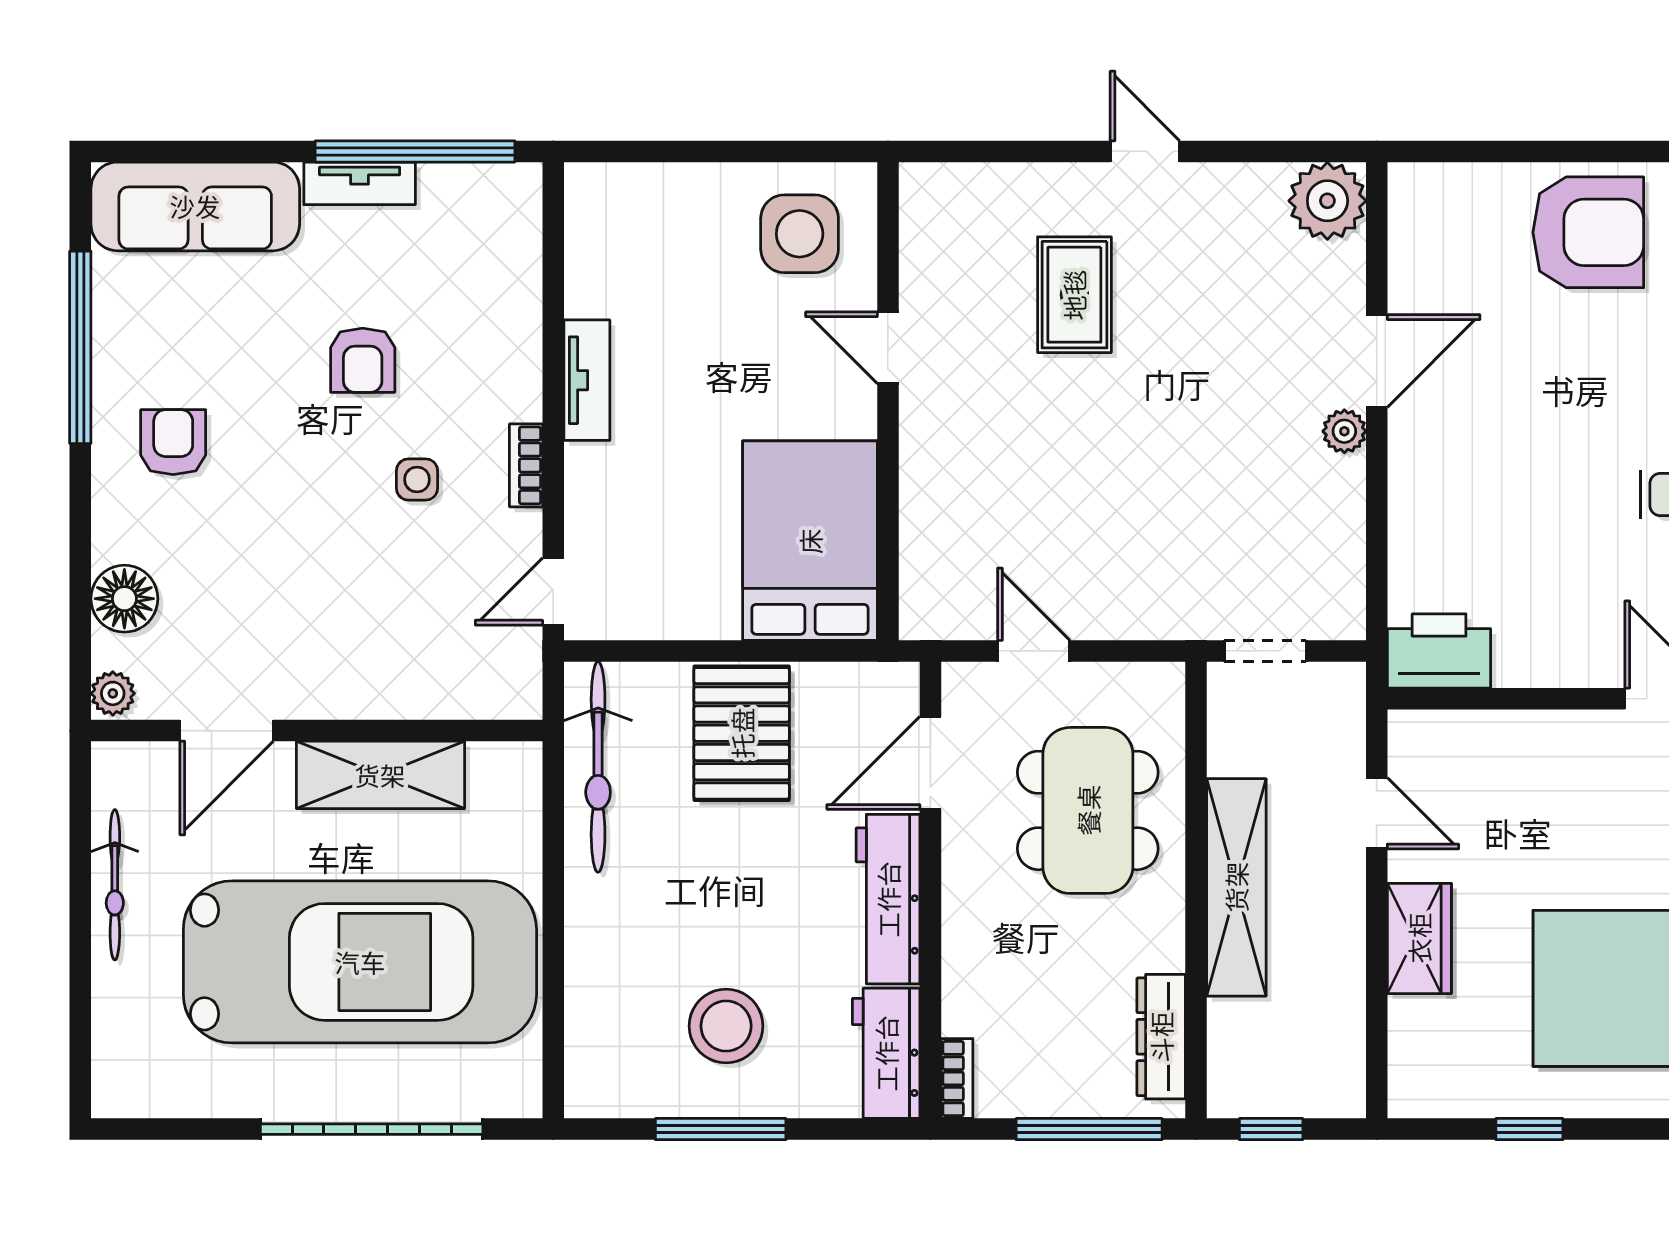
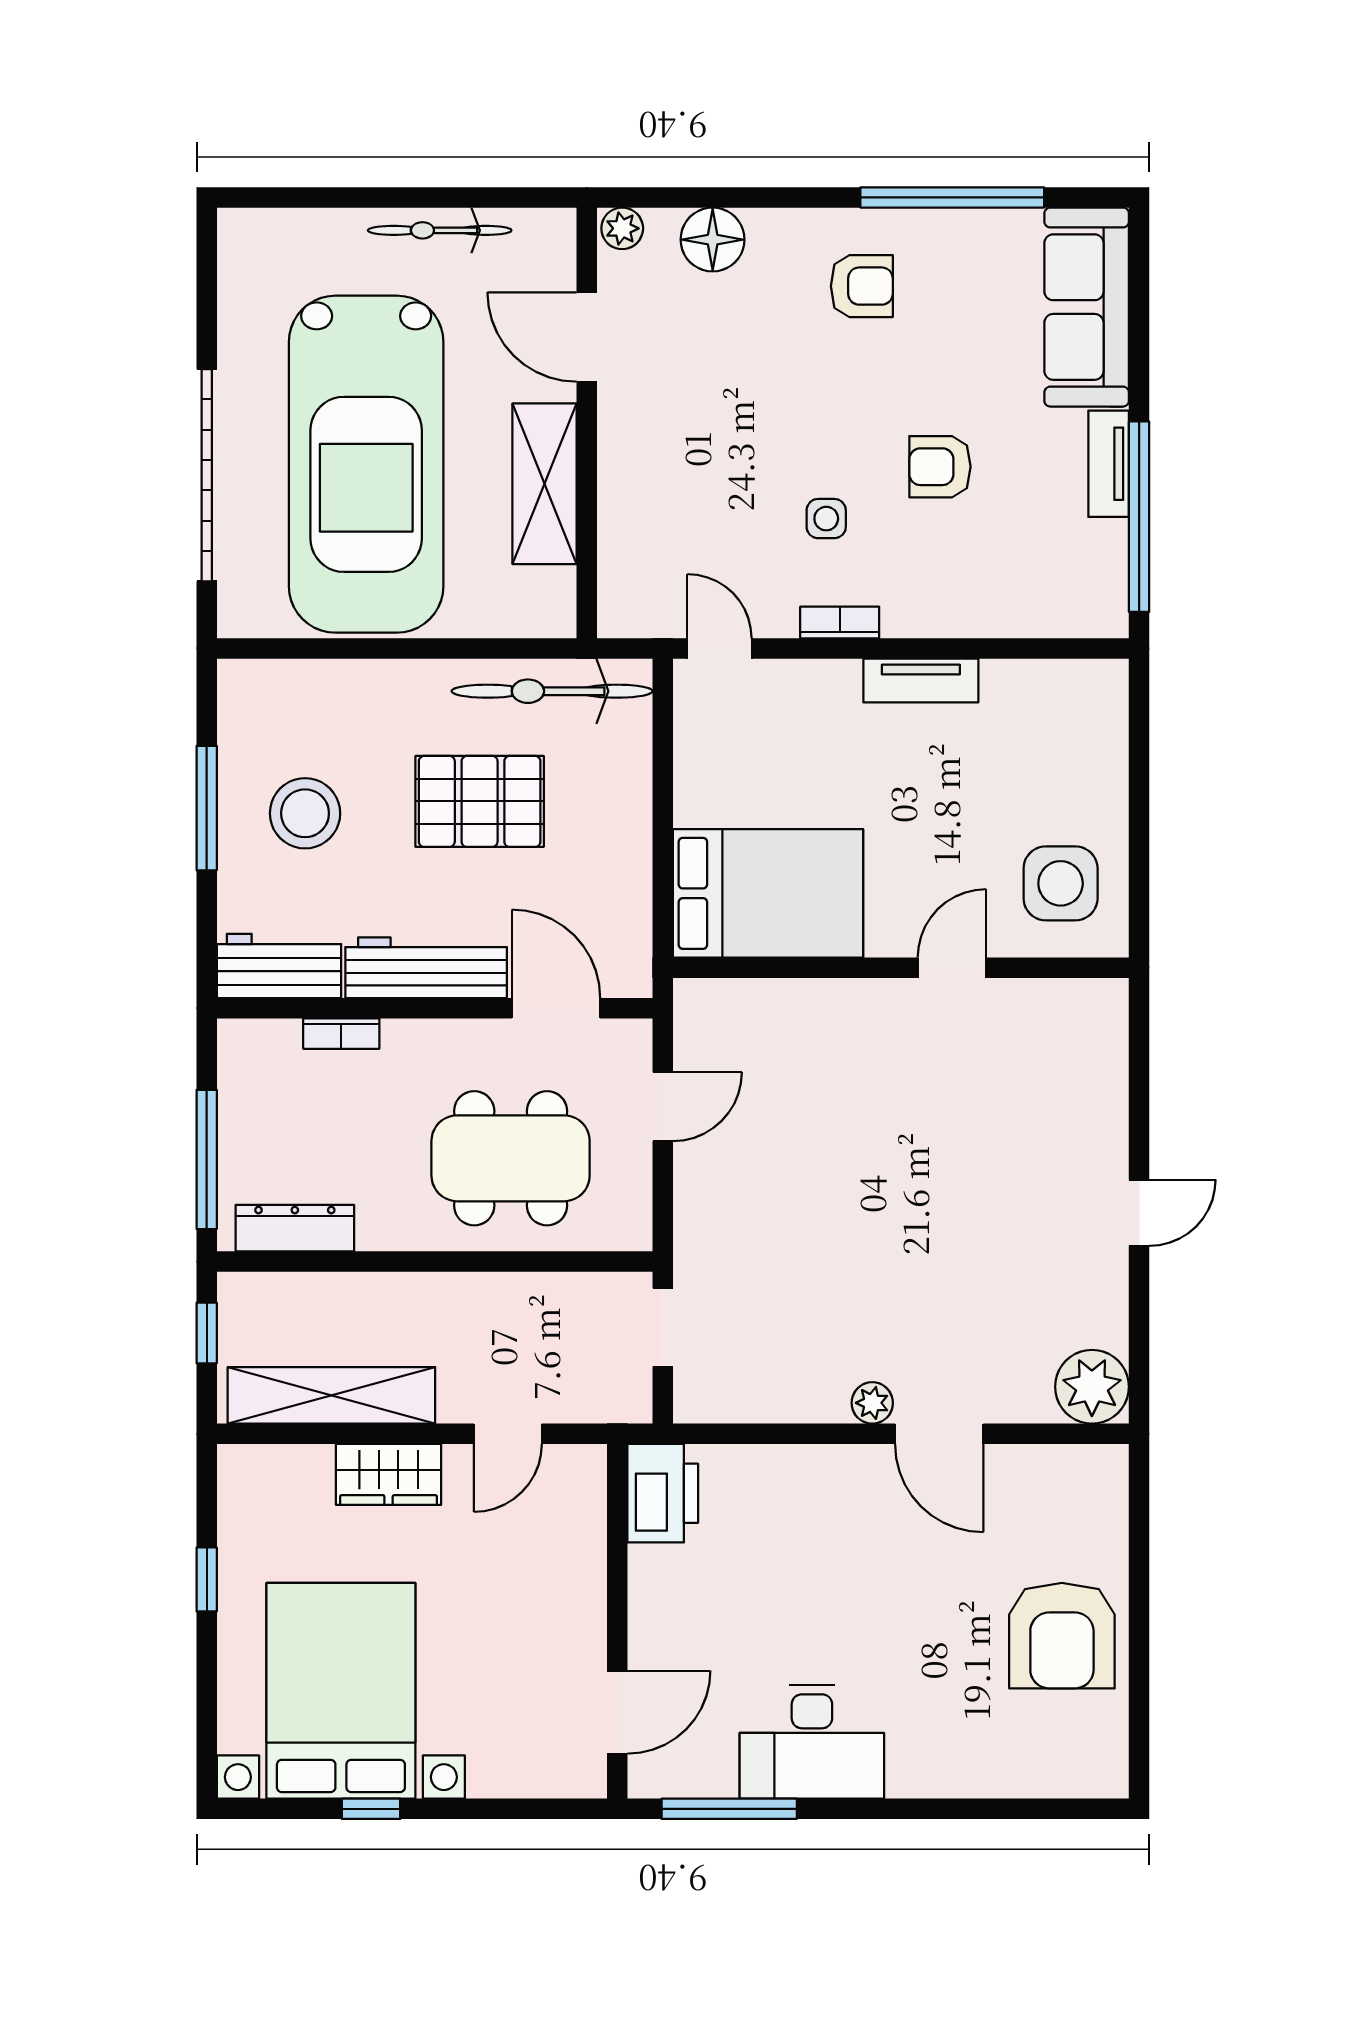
rug: (1074, 295) -> (1002, 1146), removed
pallet: (742, 733) -> (480, 801), moved
shelving: (1236, 887) -> (331, 1395), moved
bookcase: (957, 1079) -> (341, 1034), moved

